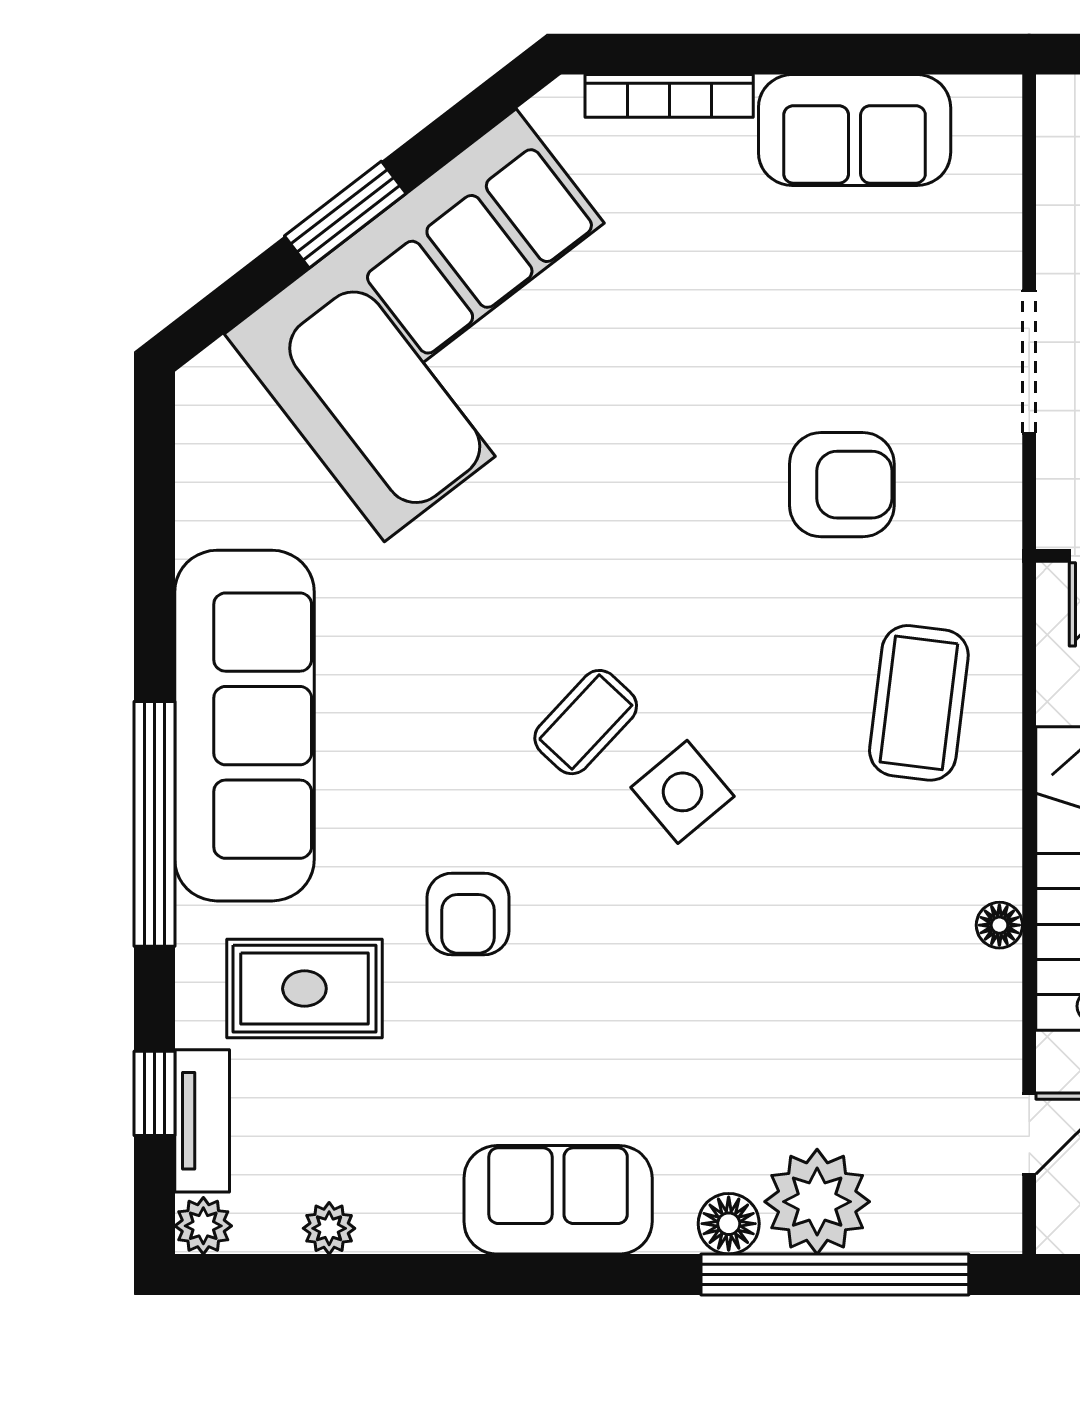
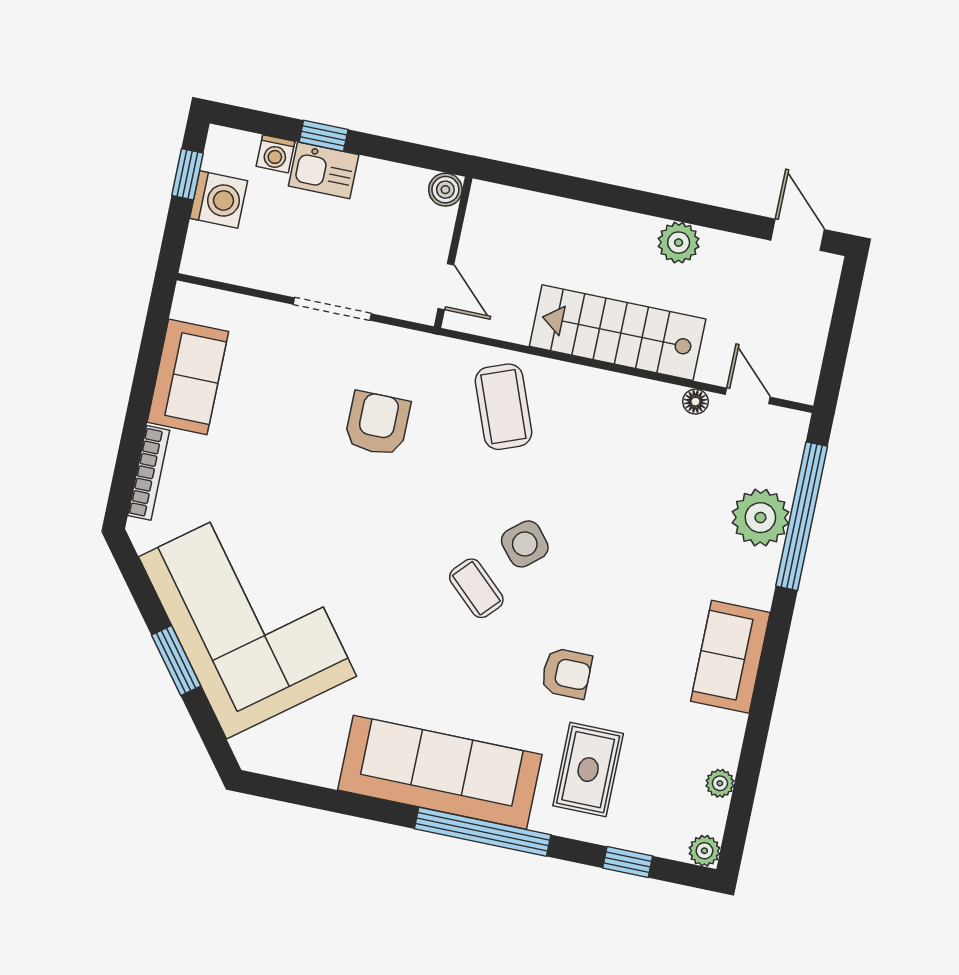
coffee table: (919, 703) -> (503, 407), turned 62
floor lamp: (999, 925) -> (695, 402), moved
tv unit: (202, 1121) -> (648, 840), removed
floor lamp: (729, 1224) -> (762, 568), removed

